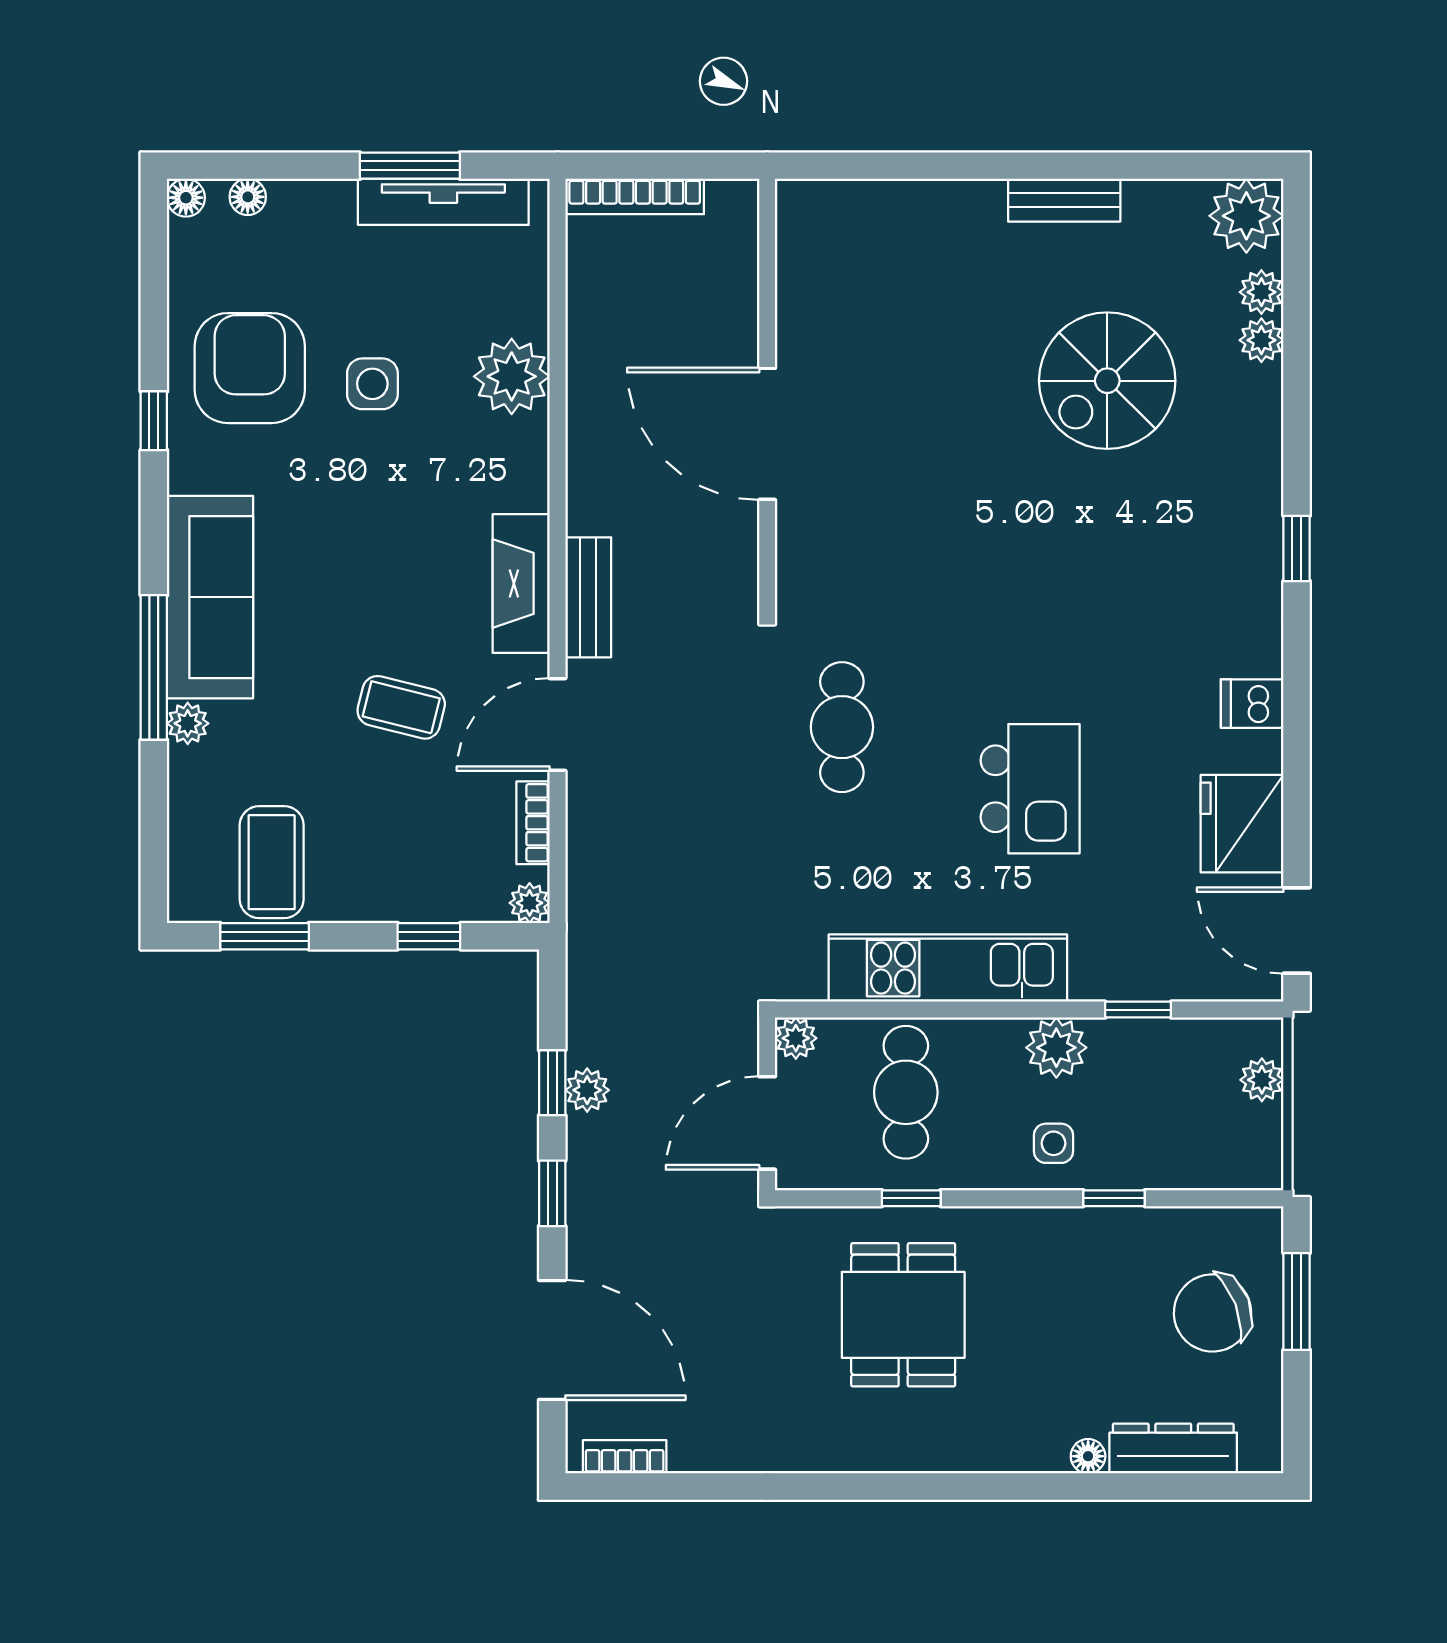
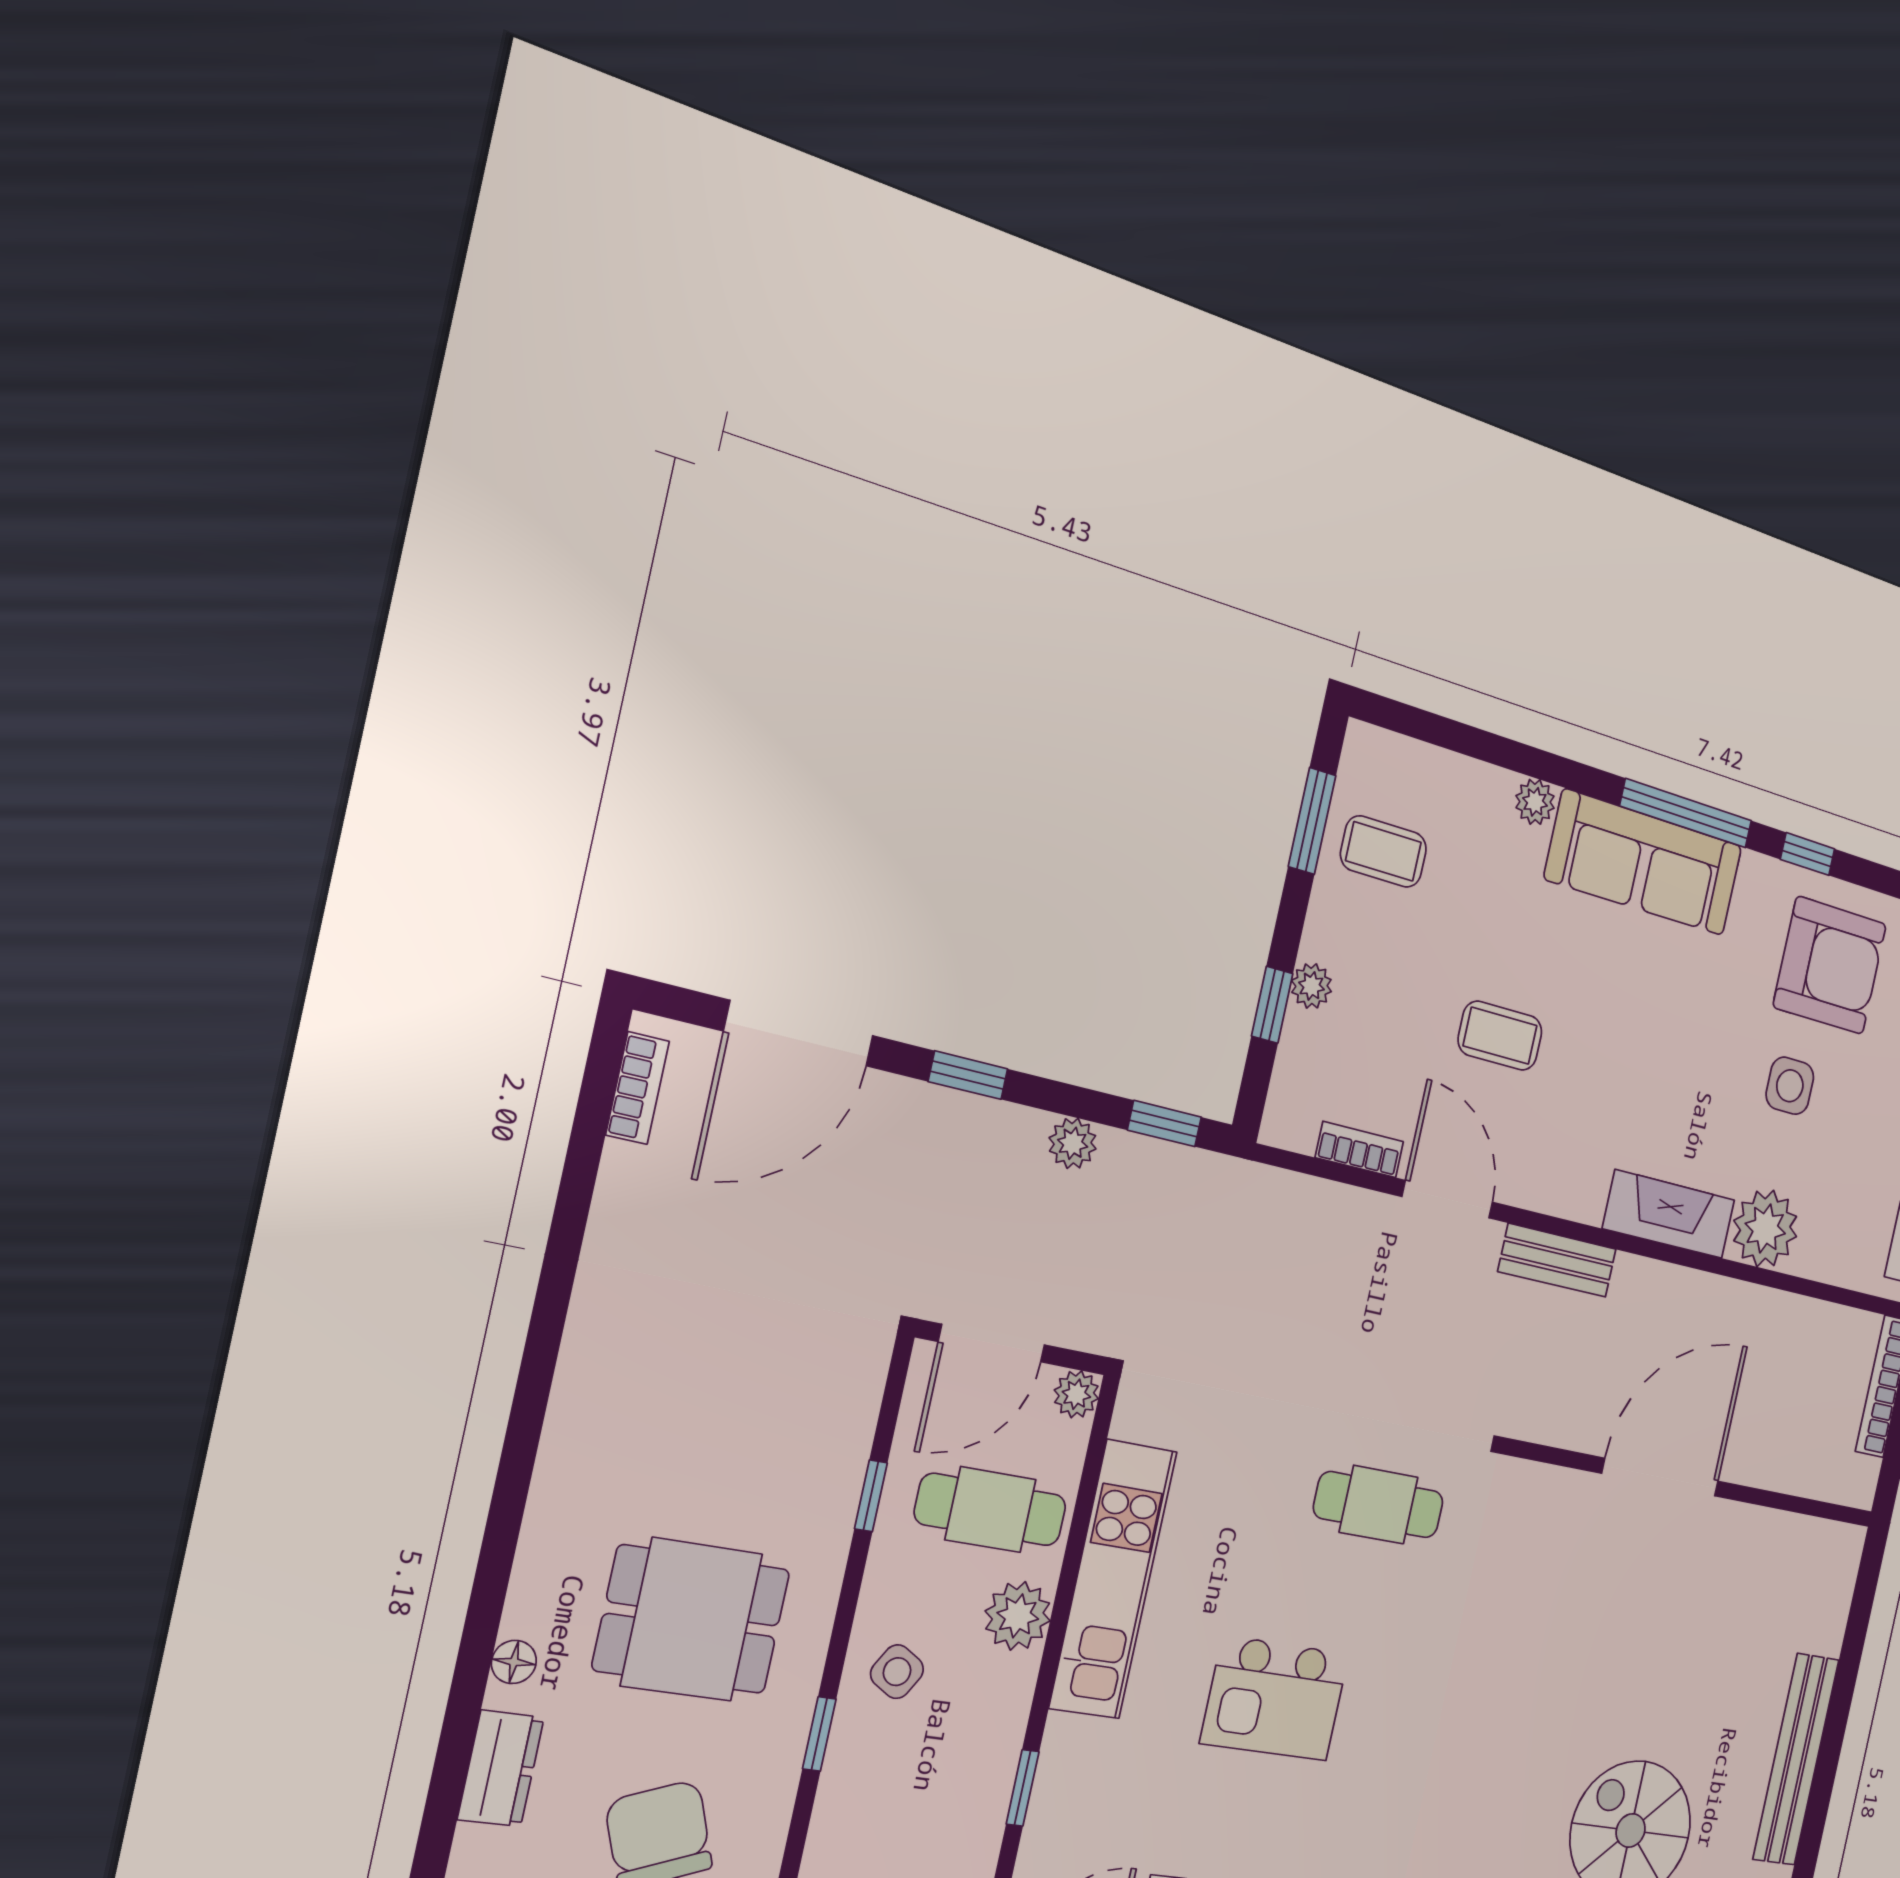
bench: (1064, 200) -> (1796, 1759), width x1.86, depth x1.21
fireplace: (521, 583) -> (1669, 1214), moved
window: (154, 667) -> (1686, 813), moved
coffee table: (401, 707) -> (1500, 1036), turned 76
coffee table: (272, 862) -> (1384, 852), width x0.73, depth x0.77
plant: (530, 903) -> (1311, 986), moved
plant: (1056, 1048) -> (1018, 1616), moved
window: (552, 1083) -> (1165, 1124), moved
door: (767, 1123) -> (992, 1343), swing flipped
side table: (1053, 1143) -> (897, 1672), turned 31
dining table: (903, 1315) -> (692, 1620), moved
dresser: (1173, 1448) -> (501, 1769), width x0.70

